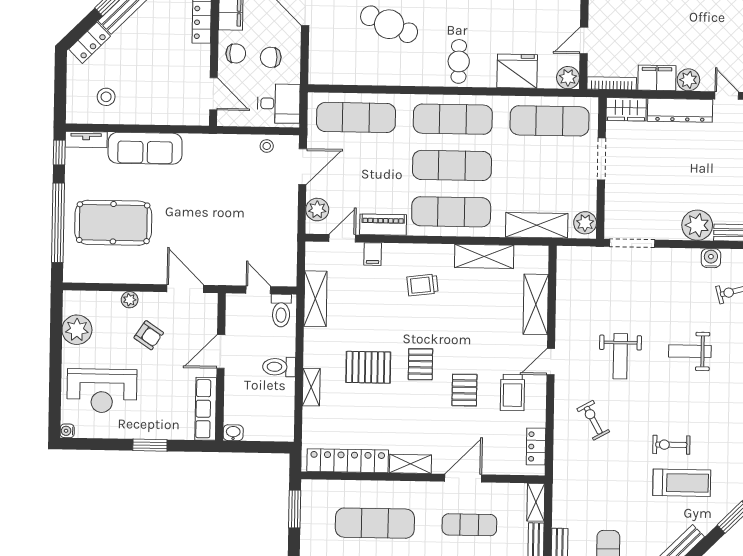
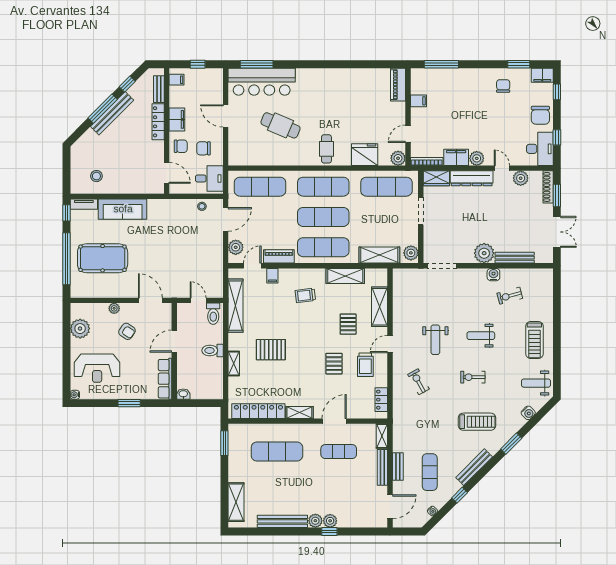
locker: (90, 43) -> (85, 141), removed
shelving: (315, 299) -> (235, 306), width x1.47
pallet: (420, 364) -> (348, 324), moved
exercise bike: (671, 445) -> (473, 377), moved

